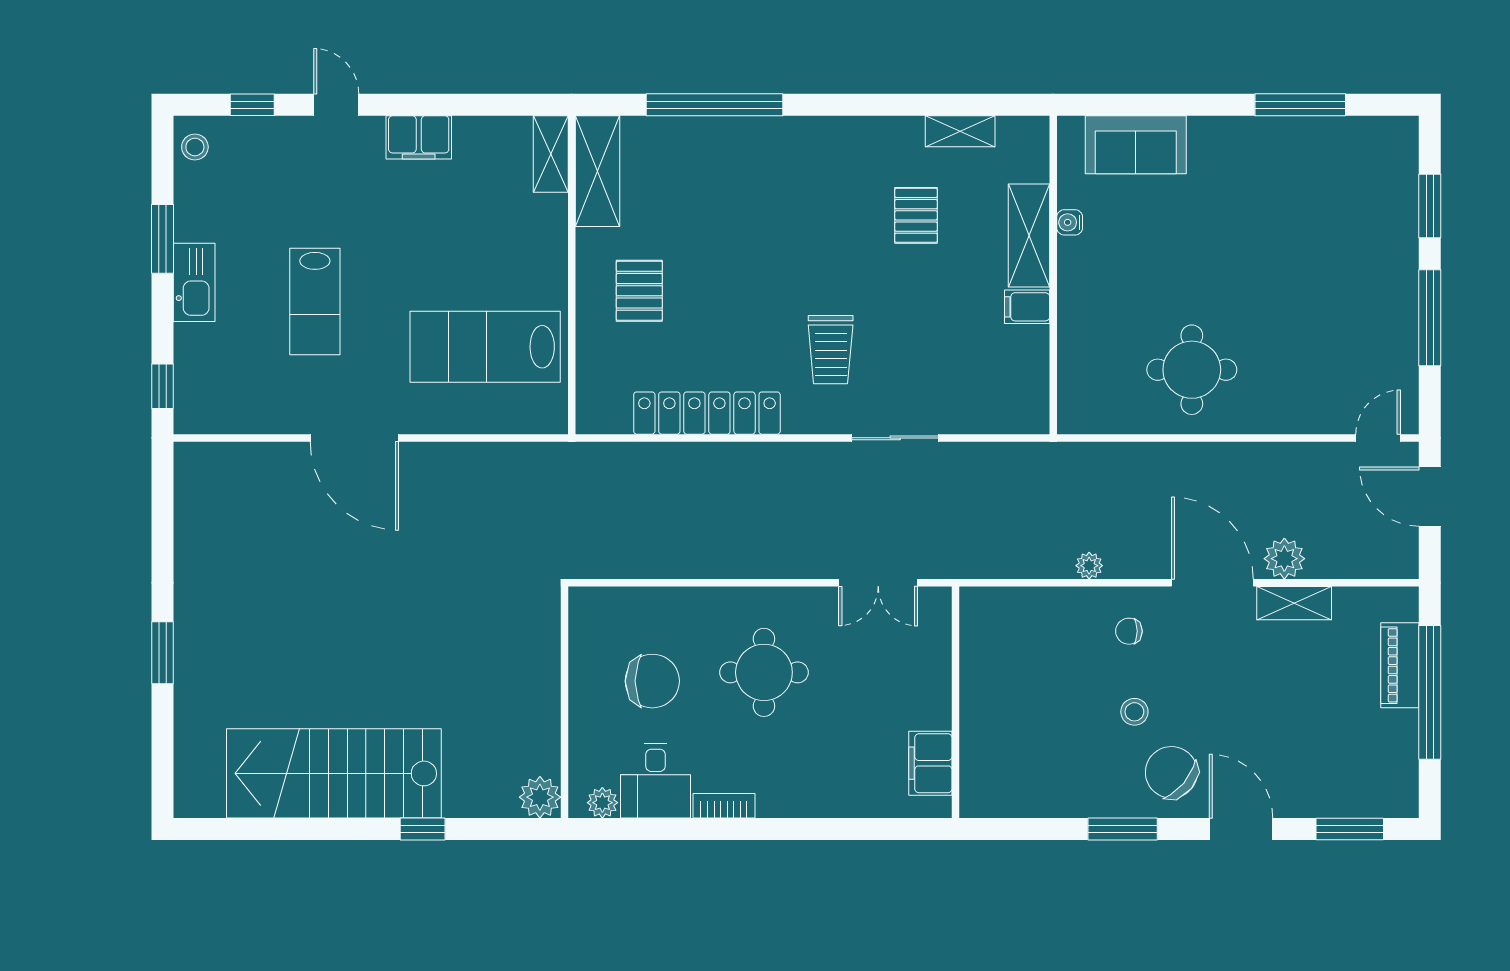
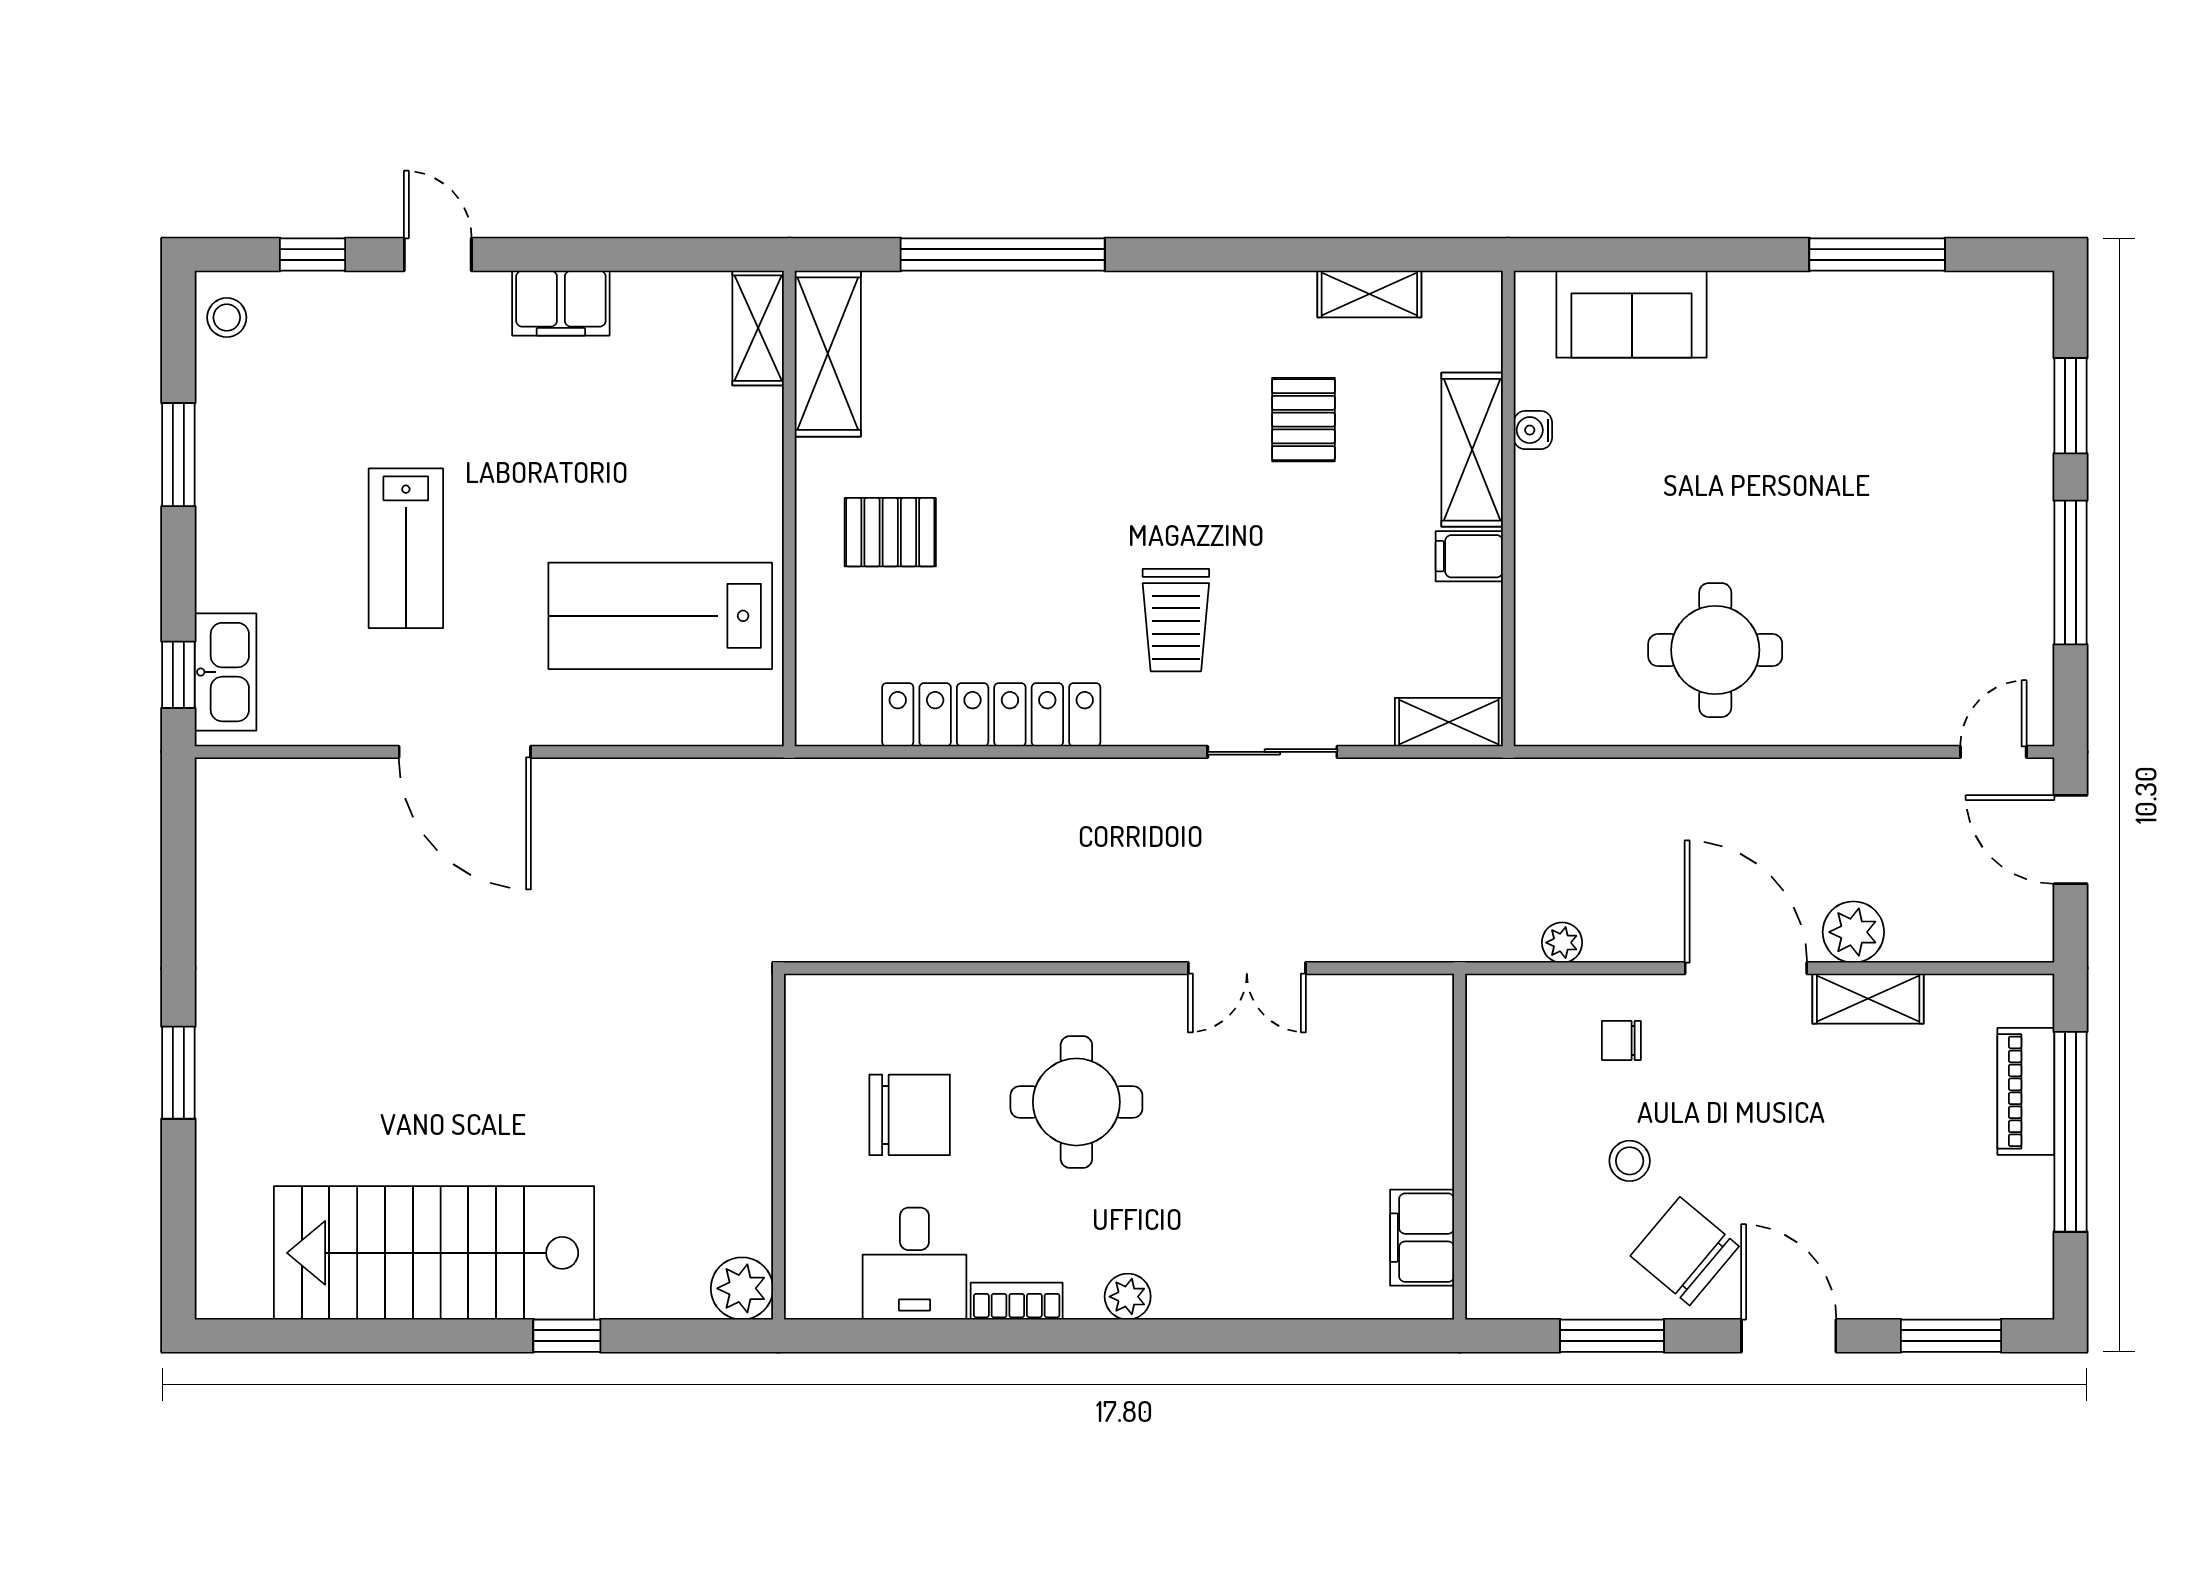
kitchen sink: (194, 282) -> (225, 672), moved
pallet: (639, 291) -> (890, 532), turned 90
shelving: (1013, 418) -> (1449, 722), added
wall: (955, 702) -> (1460, 1147), moved
filing cabinet: (930, 763) -> (1422, 1238), moved
plant: (602, 803) -> (1128, 1297), moved

